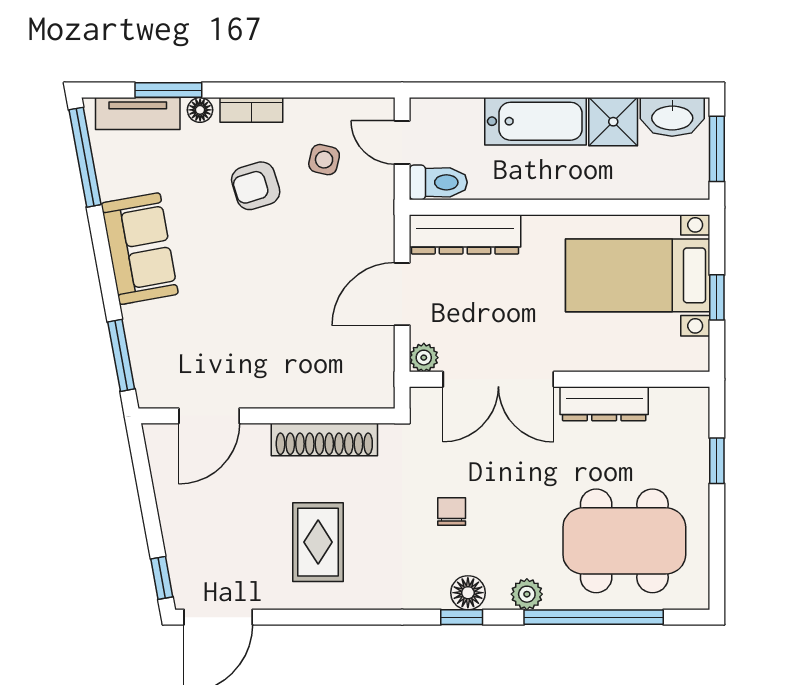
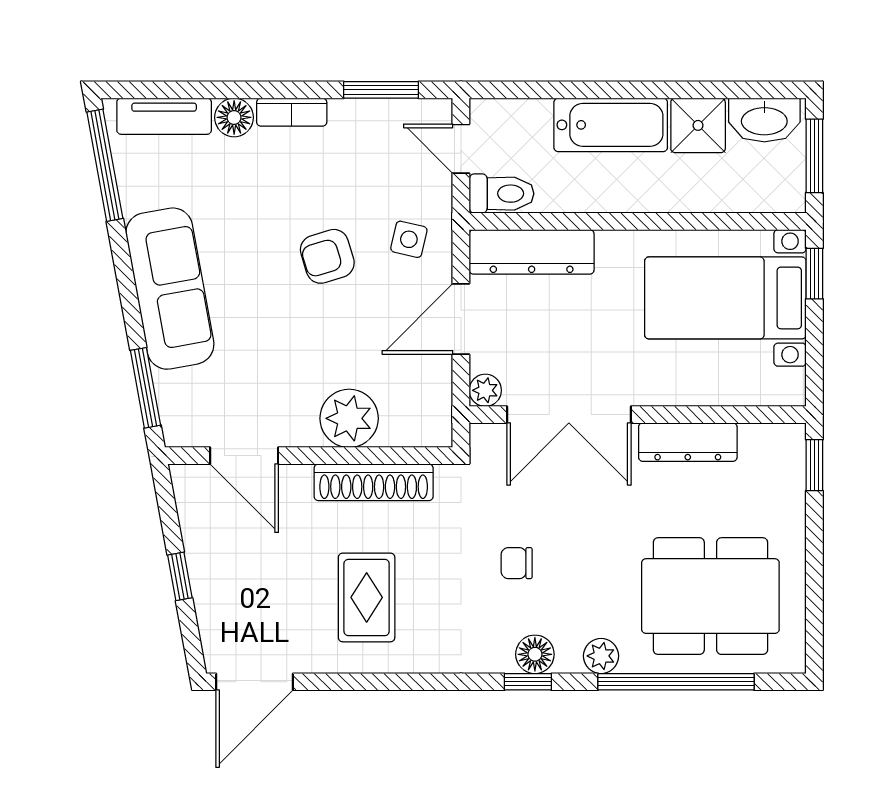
window: (168, 90) -> (381, 90), moved
floor lamp: (200, 110) -> (234, 117), width x1.37, depth x1.37
side table: (324, 160) -> (409, 239), moved
armchair: (256, 186) -> (327, 256), moved
sofa: (140, 249) -> (170, 289), width x1.36
window: (717, 297) -> (814, 274), moved
plant: (303, 383) -> (349, 418), added
door: (209, 416) -> (244, 456), hinge flipped
window: (717, 461) -> (814, 465), moved
chair: (452, 511) -> (517, 563), turned -90
window: (162, 578) -> (180, 576), moved

